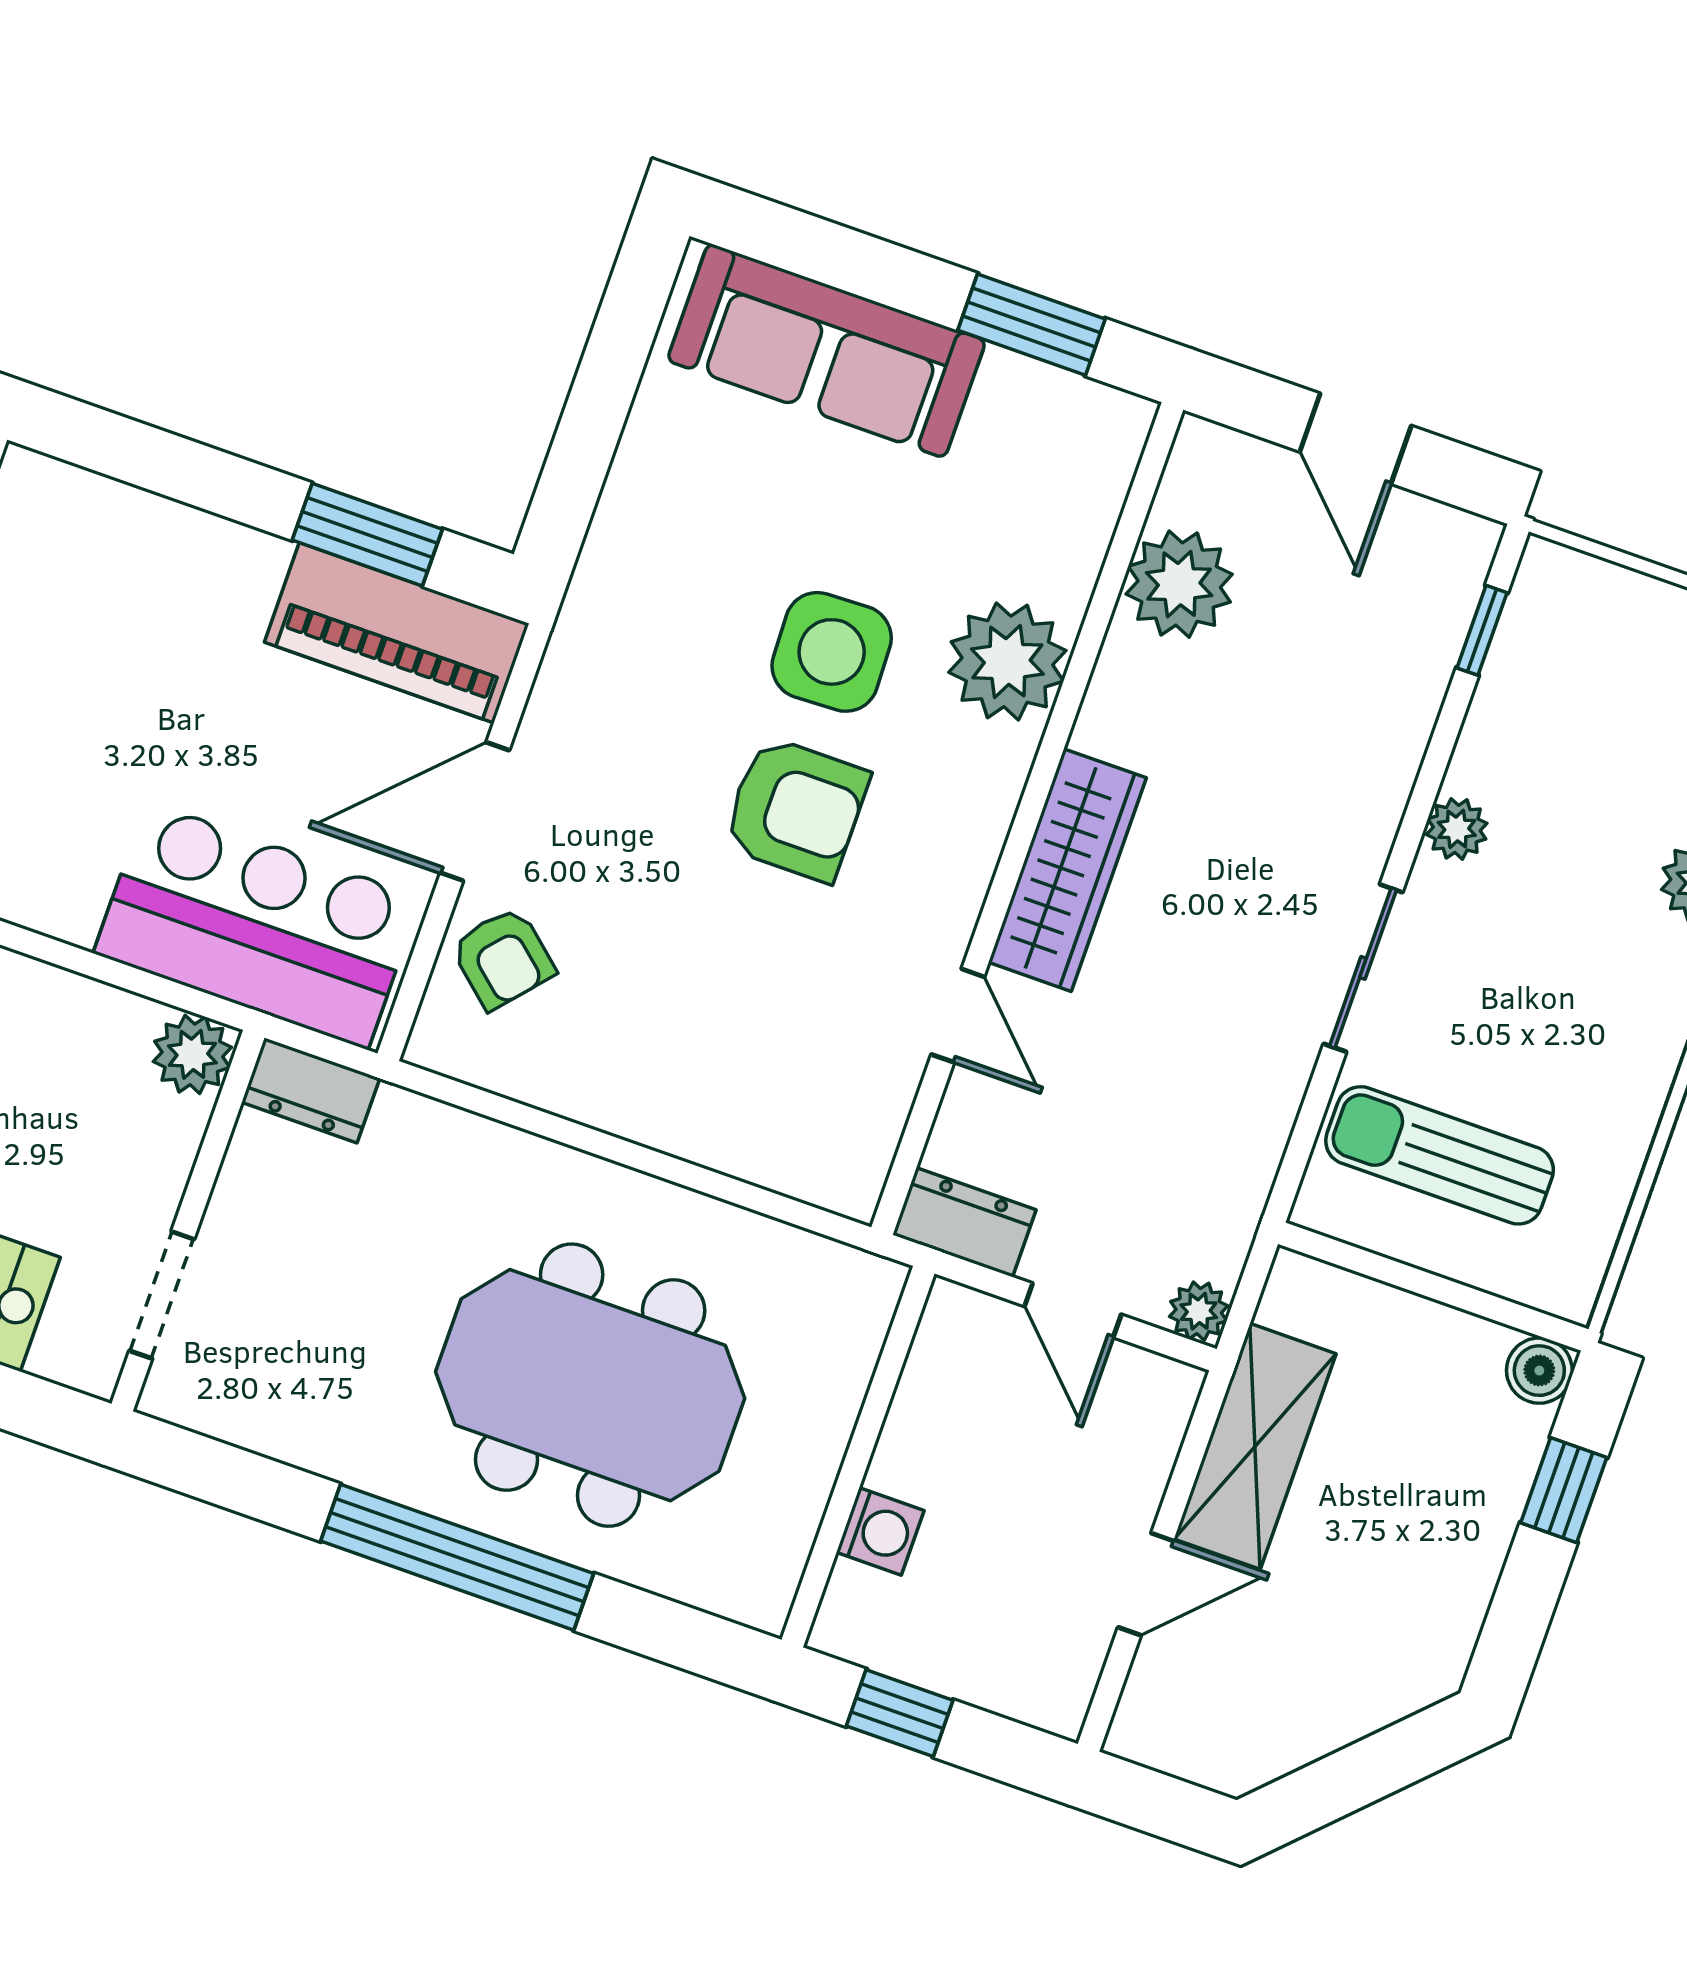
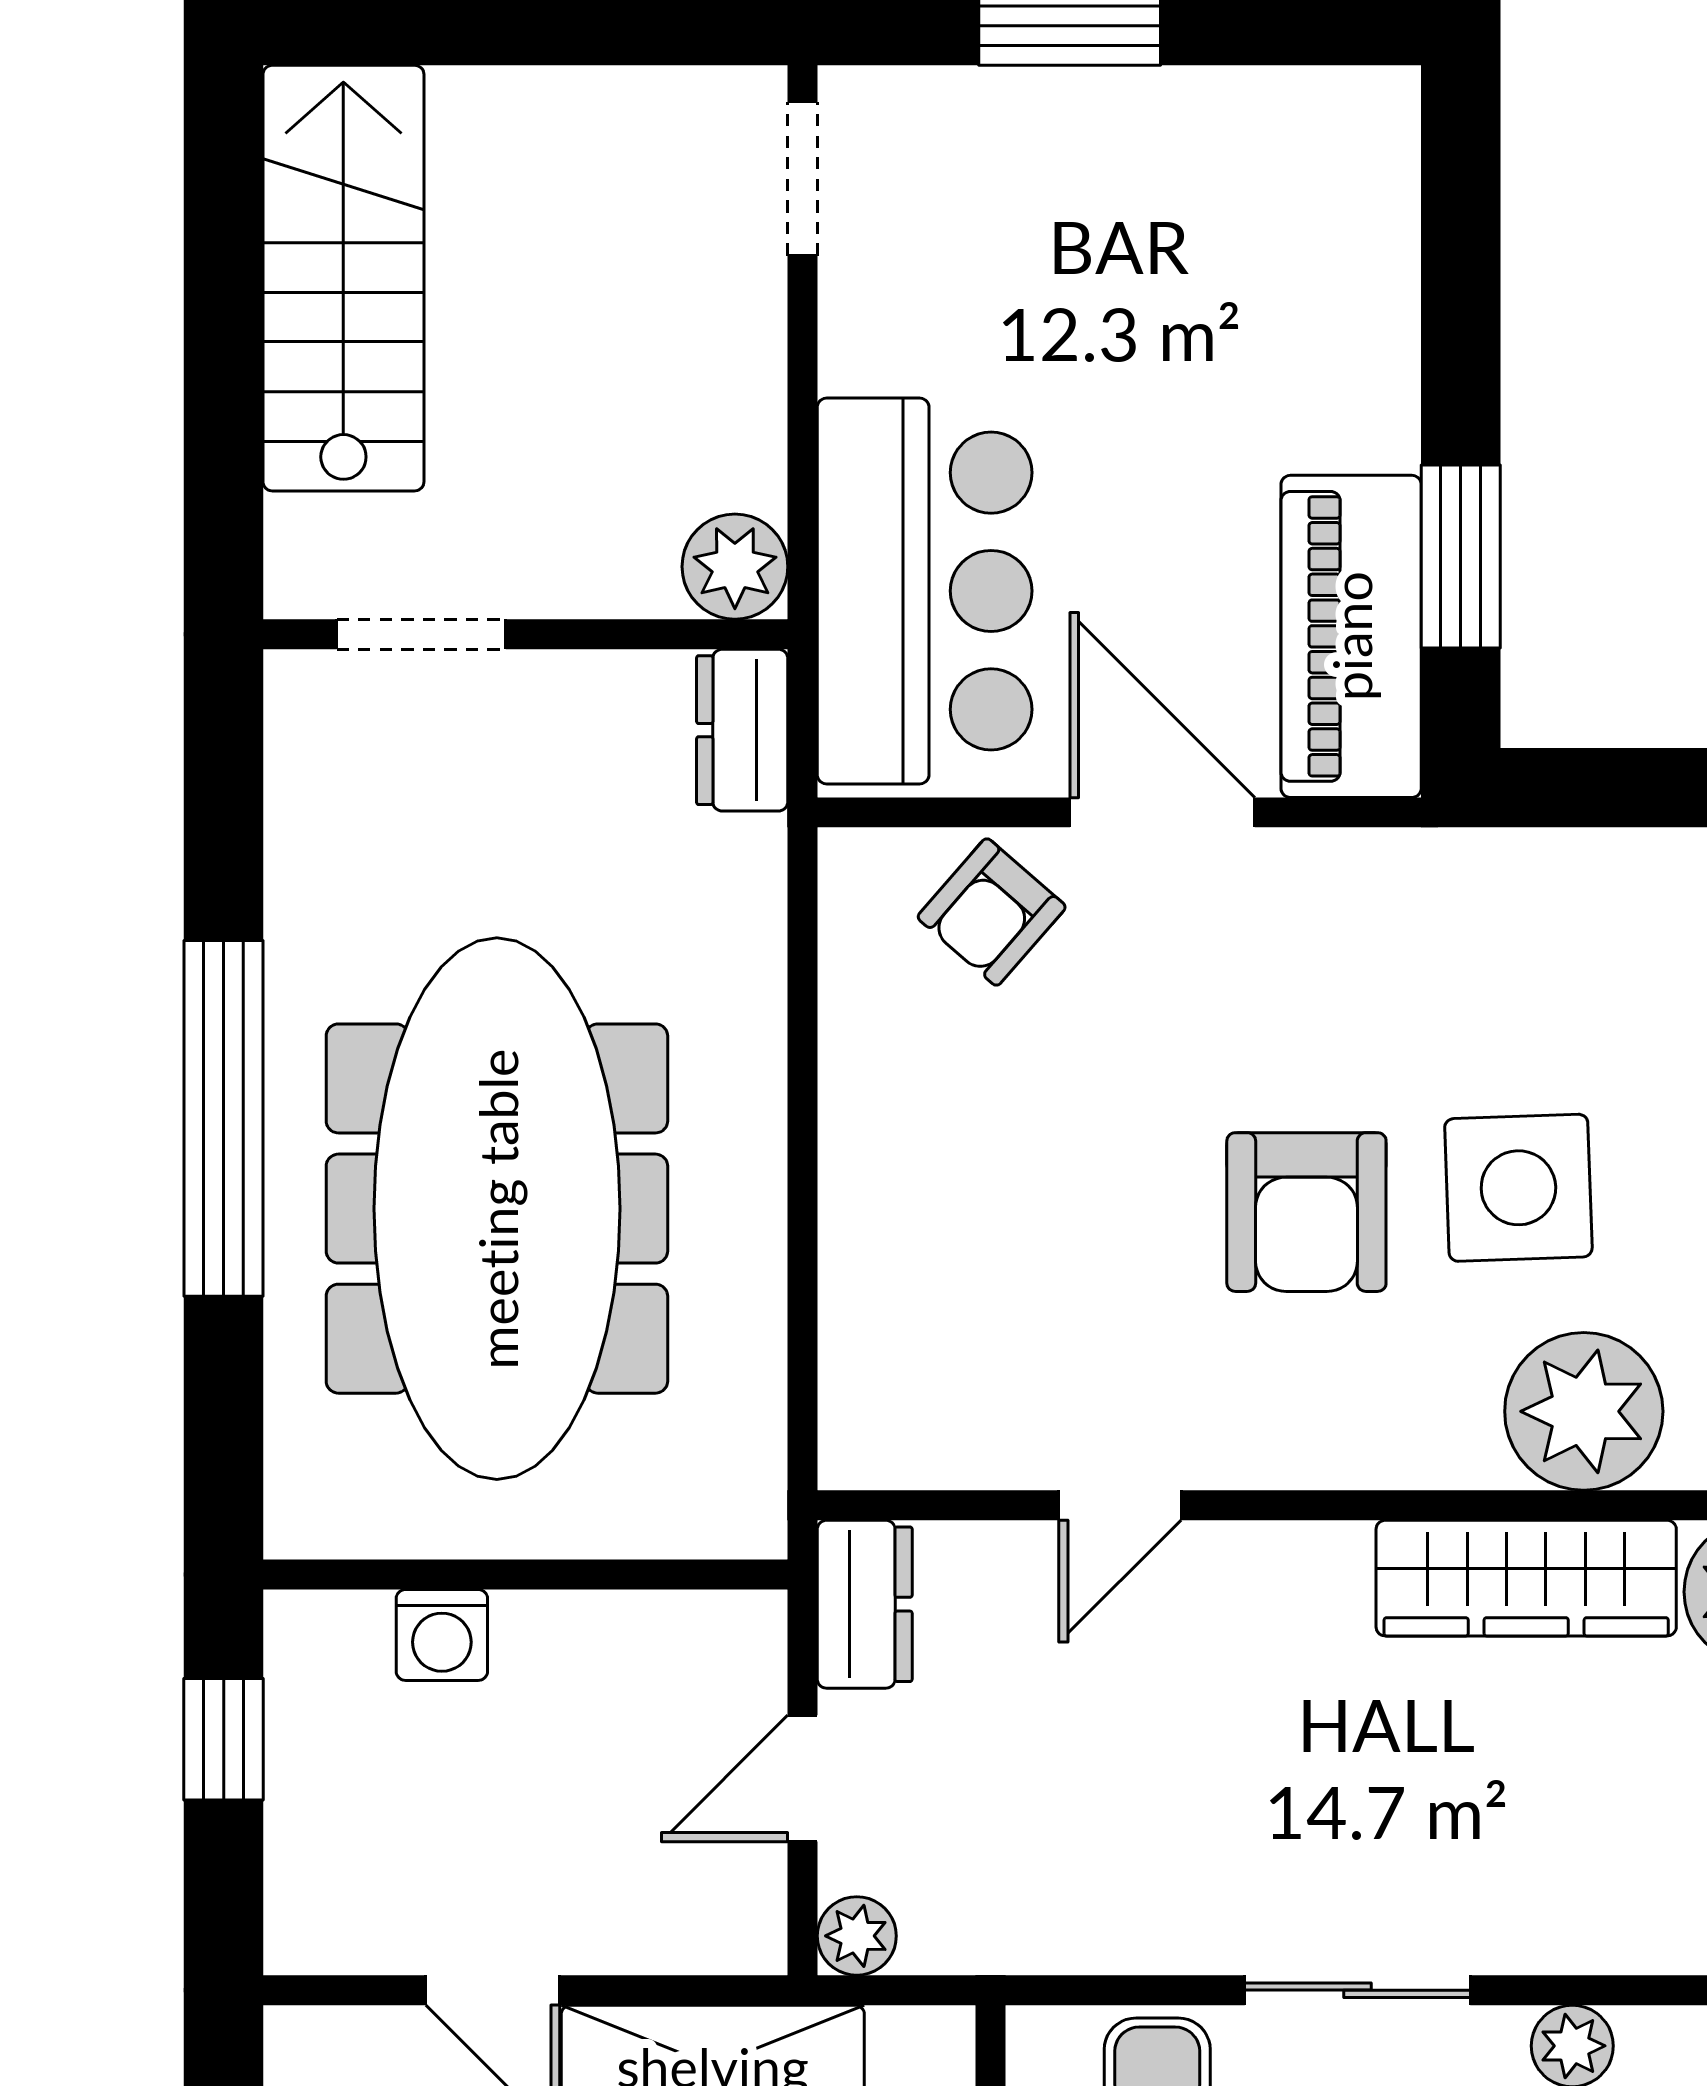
wardrobe: (1067, 870) -> (1526, 1578), moved
meeting table: (590, 1385) -> (497, 1209), width x1.36

